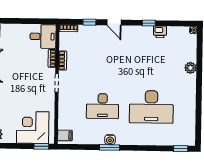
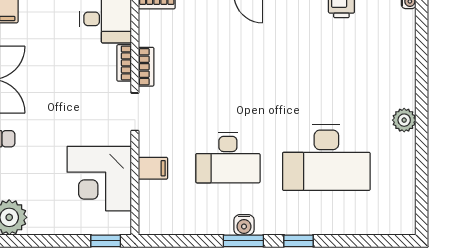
plant: (190, 68) -> (404, 120), moved
corner desk: (33, 127) -> (99, 179), moved, turned -90
filing cabinet: (65, 135) -> (153, 168), moved
window: (181, 149) -> (298, 241), moved

